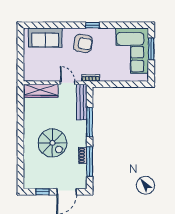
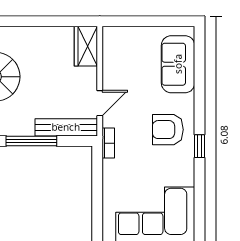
armchair: (83, 43) -> (168, 130), turned 81
wardrobe: (41, 91) -> (86, 46), width x0.67

